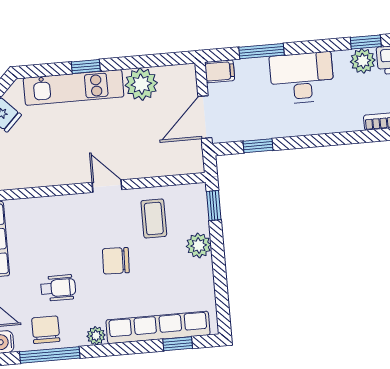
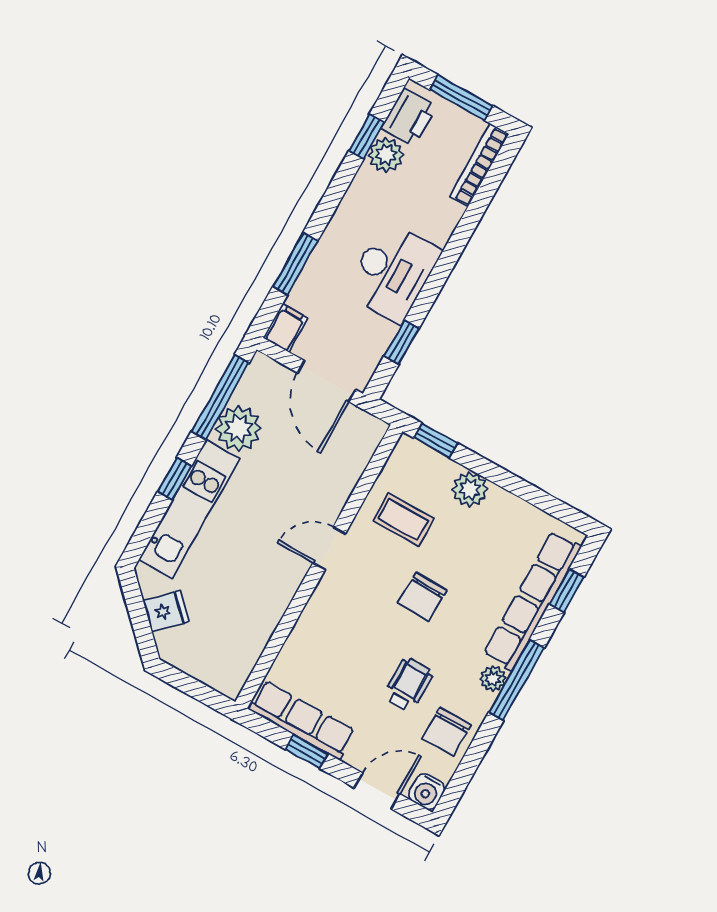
window: (152, 61) -> (220, 397), added
desk: (302, 78) -> (393, 272), moved, turned 180
chair: (46, 330) -> (447, 732), turned -90
window: (50, 355) -> (517, 680), moved

